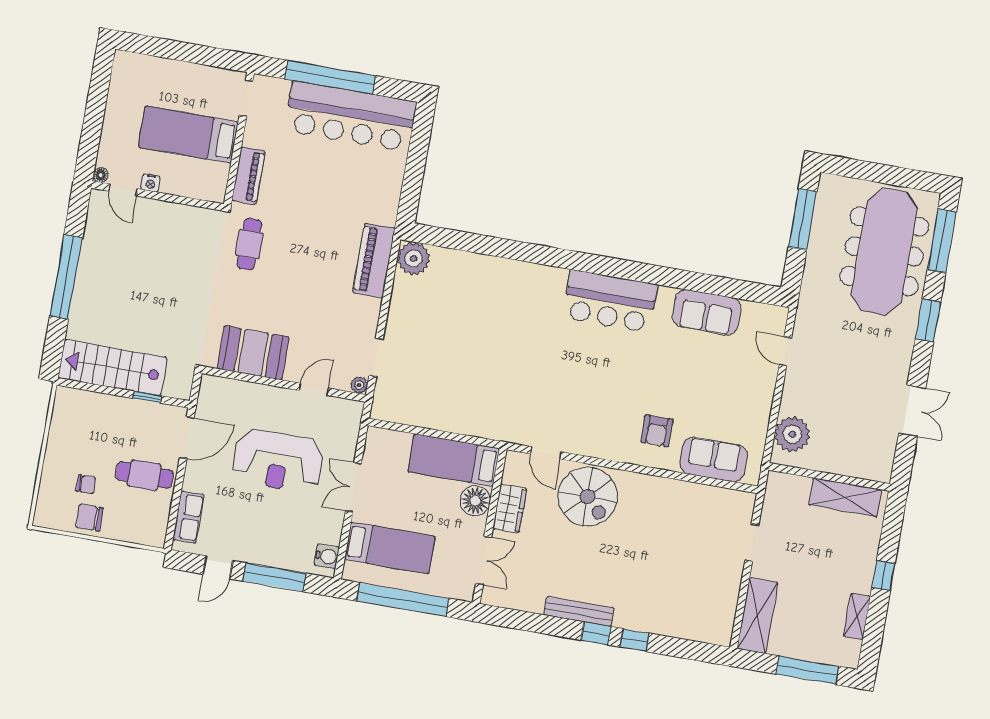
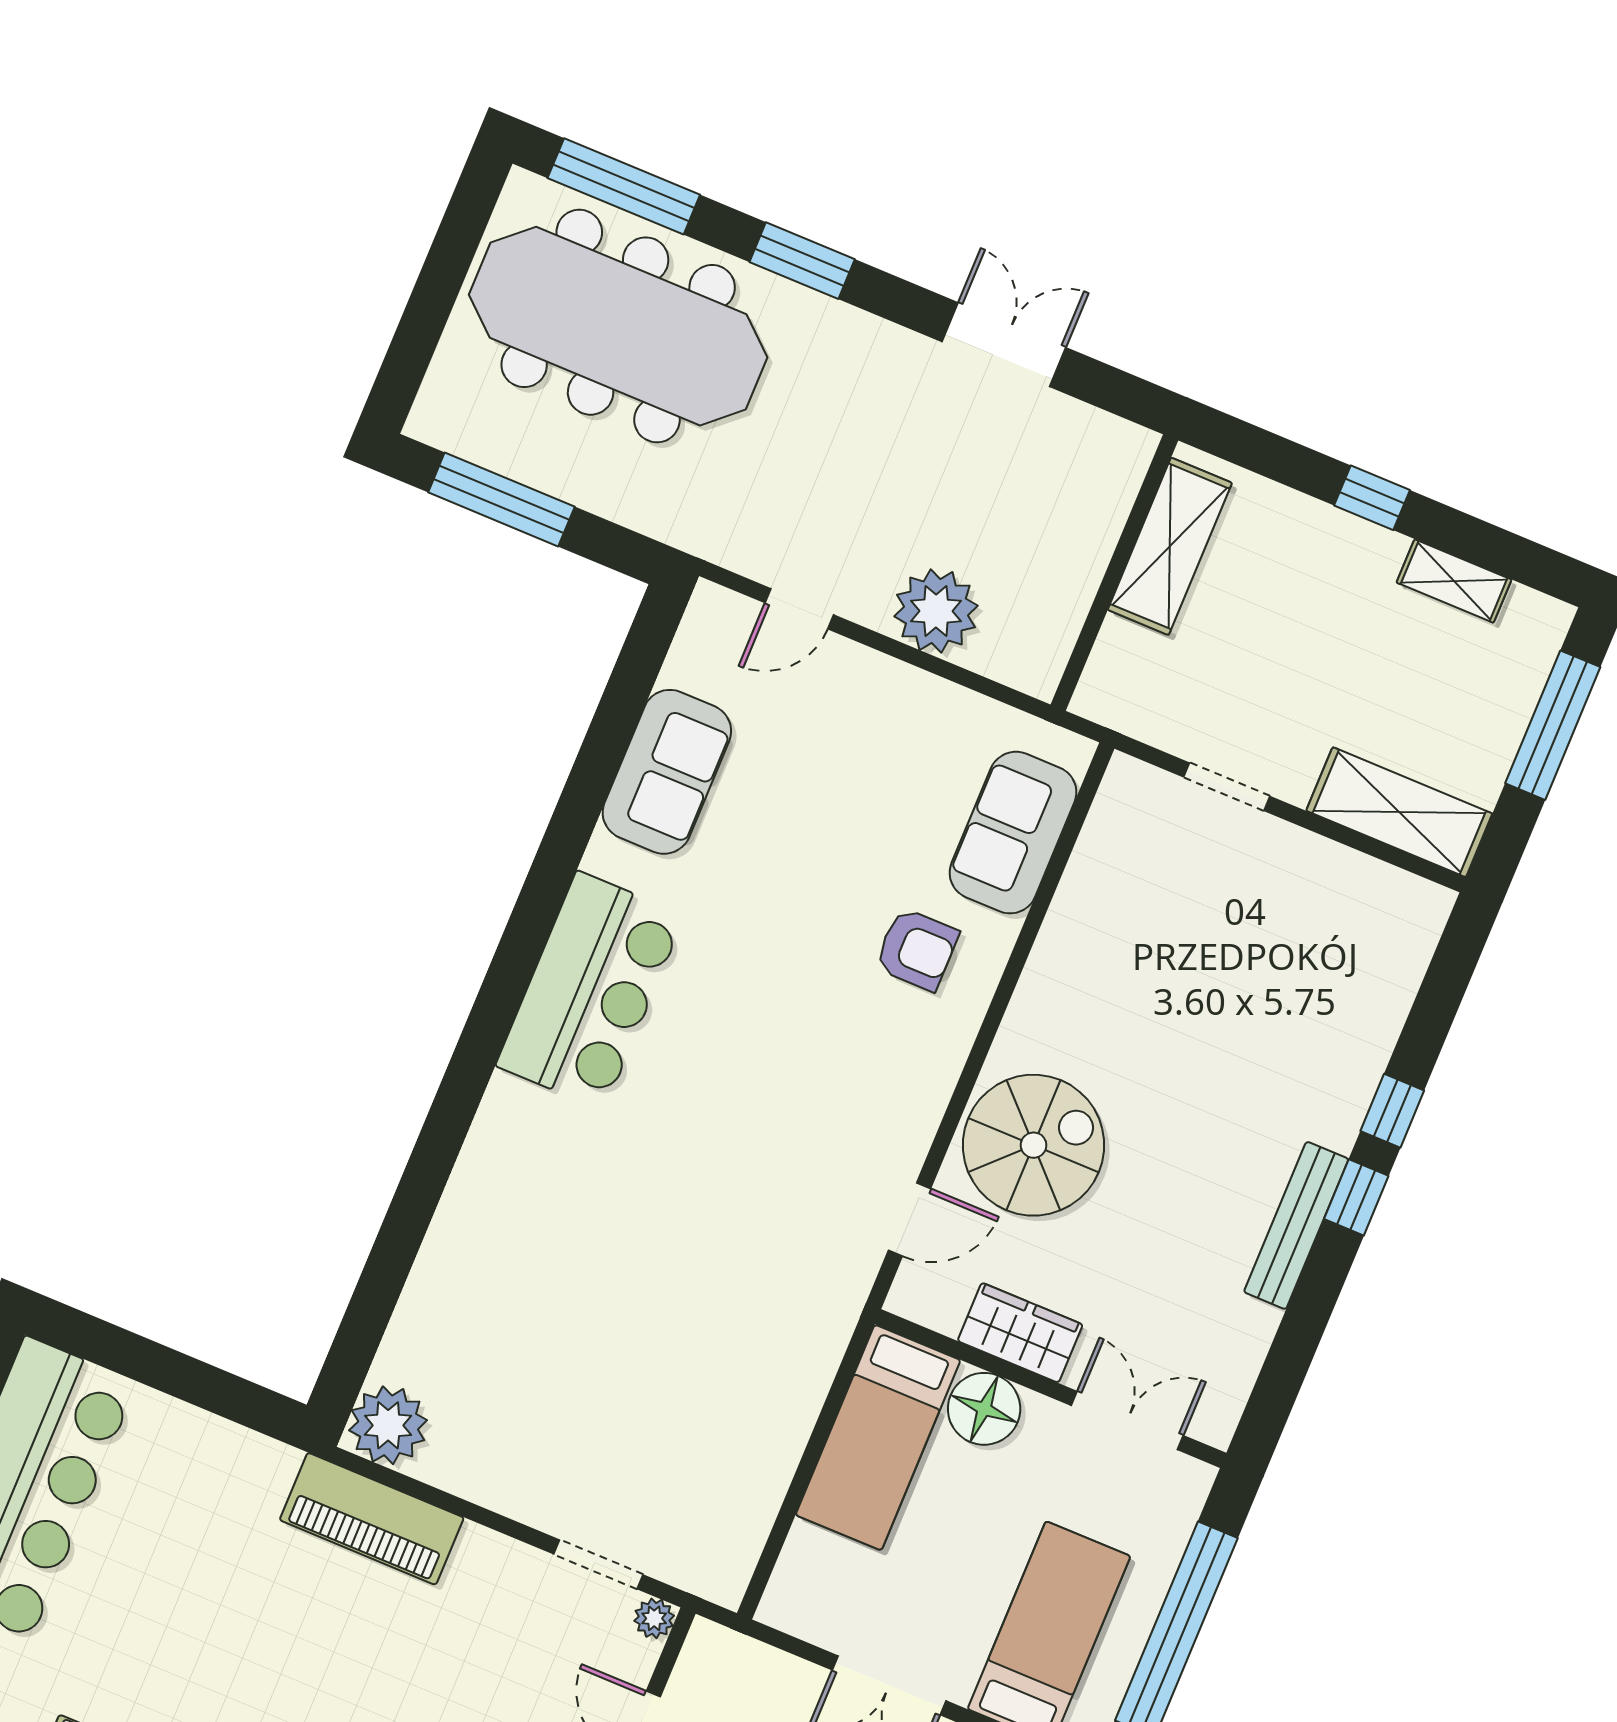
plant: (792, 434) -> (936, 611), moved

